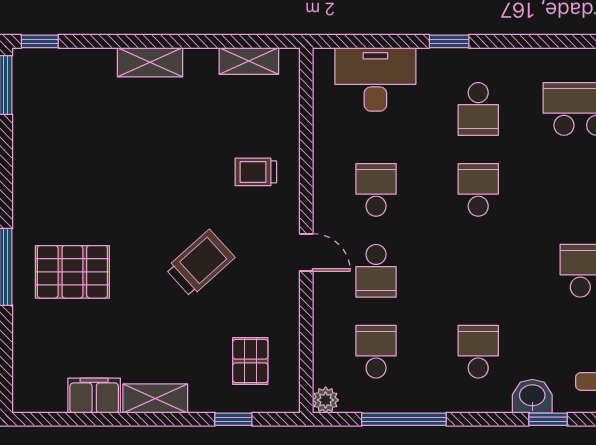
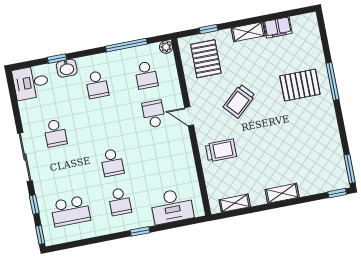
school desk: (478, 109) -> (120, 202), turned 180
trolley: (256, 172) -> (221, 150), width x1.36, depth x1.39
school desk: (376, 190) -> (161, 153), removed
pallet: (250, 361) -> (206, 59), width x1.50, depth x1.42

